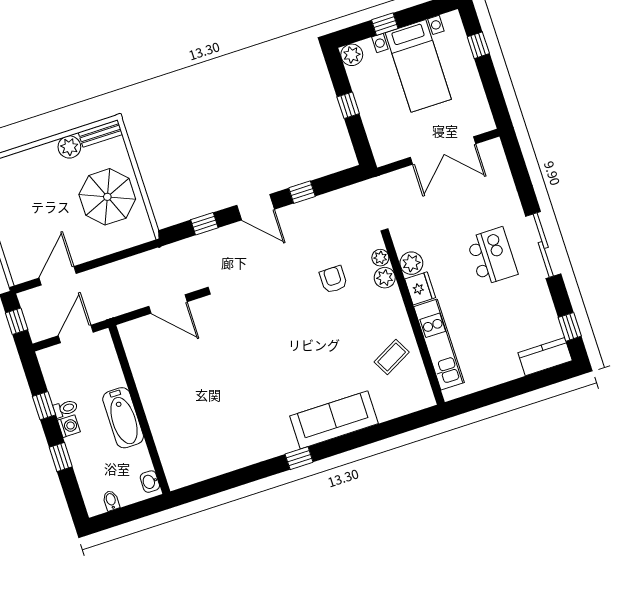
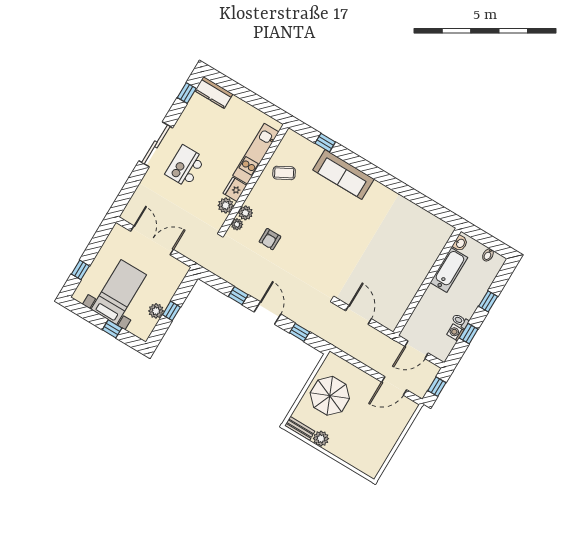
plant: (352, 55) -> (156, 311), moved
bathtub: (123, 418) -> (449, 270), moved
washing machine: (69, 426) -> (455, 332), moved
window: (299, 458) -> (325, 143), moved

